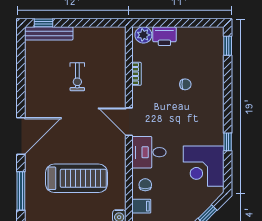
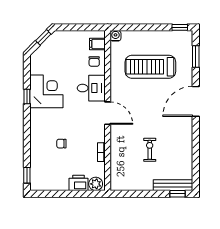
corner desk: (204, 166) -> (46, 91), moved
window: (21, 191) -> (196, 57), width x0.69

